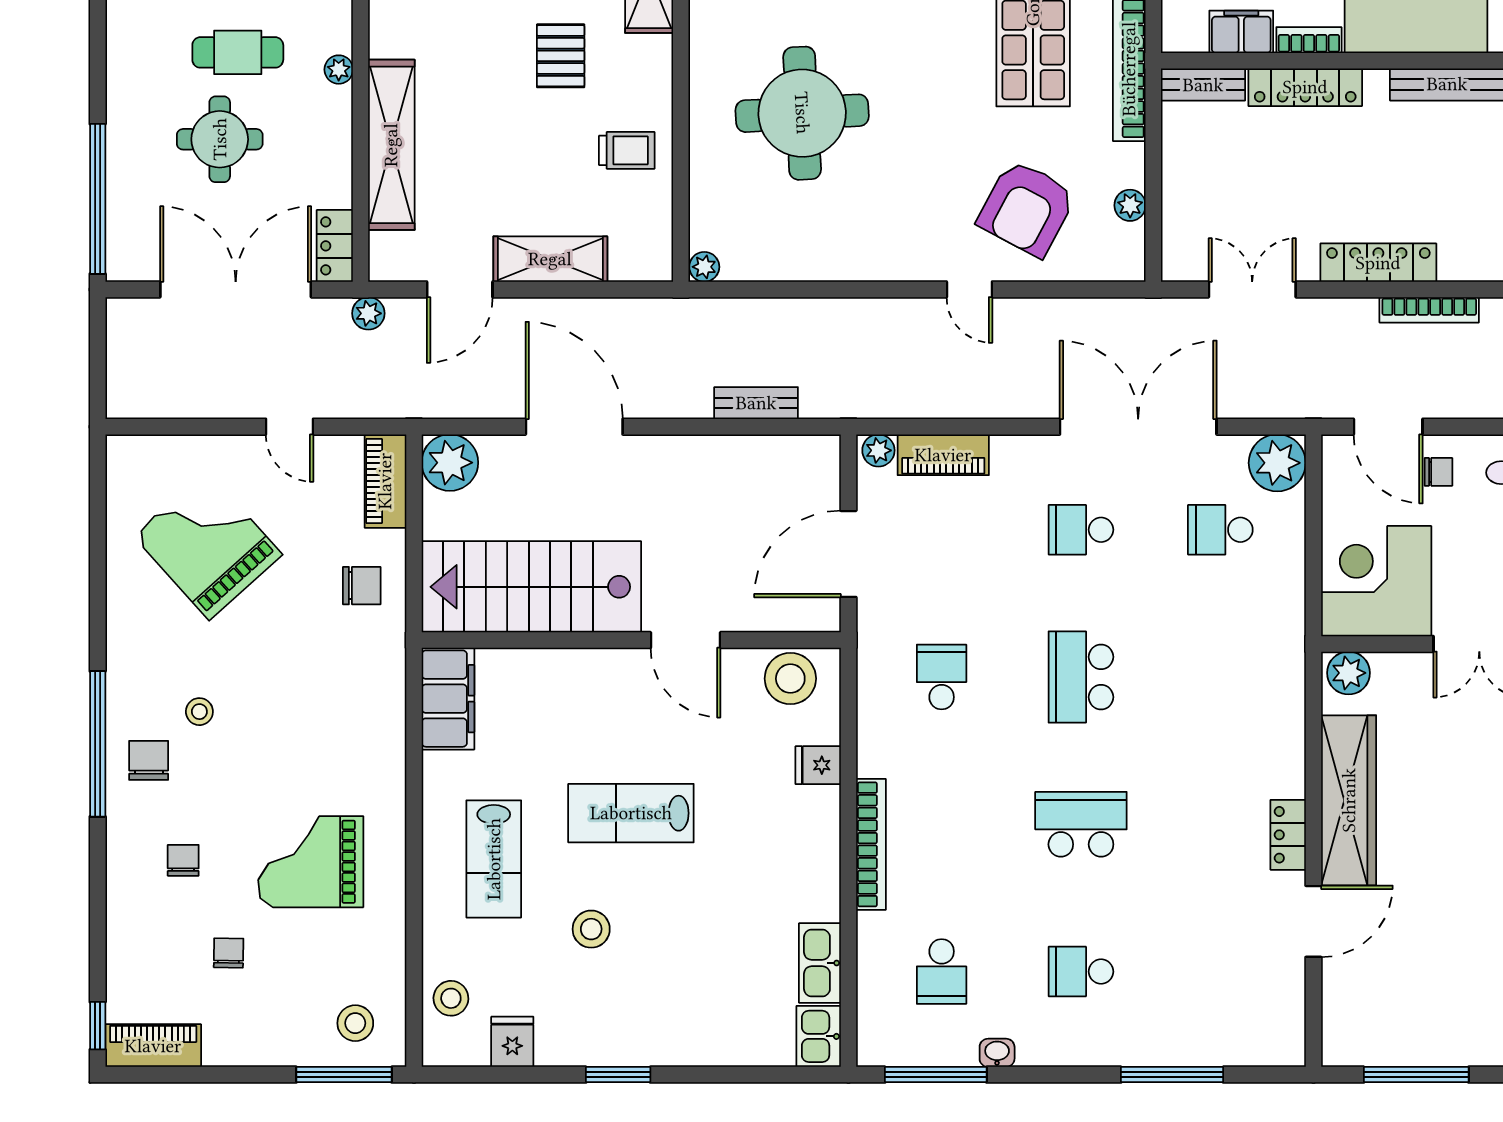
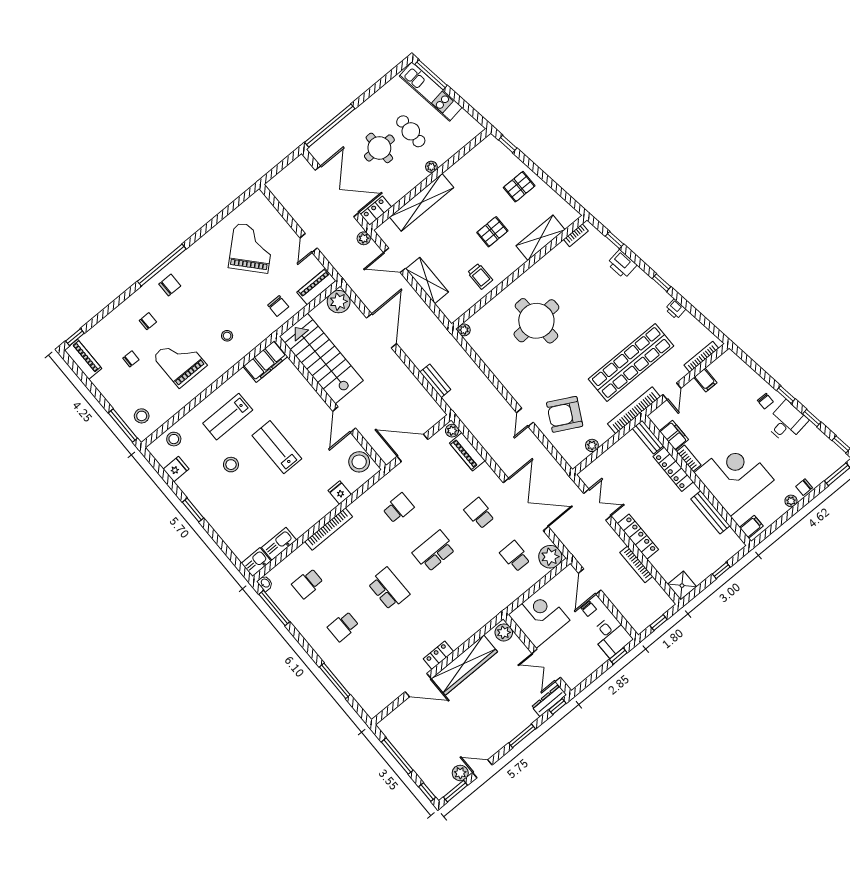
stool: (199, 712) -> (227, 336), moved
school desk: (1081, 972) -> (343, 626), turned -90
washbasin: (997, 1053) -> (265, 583), moved

